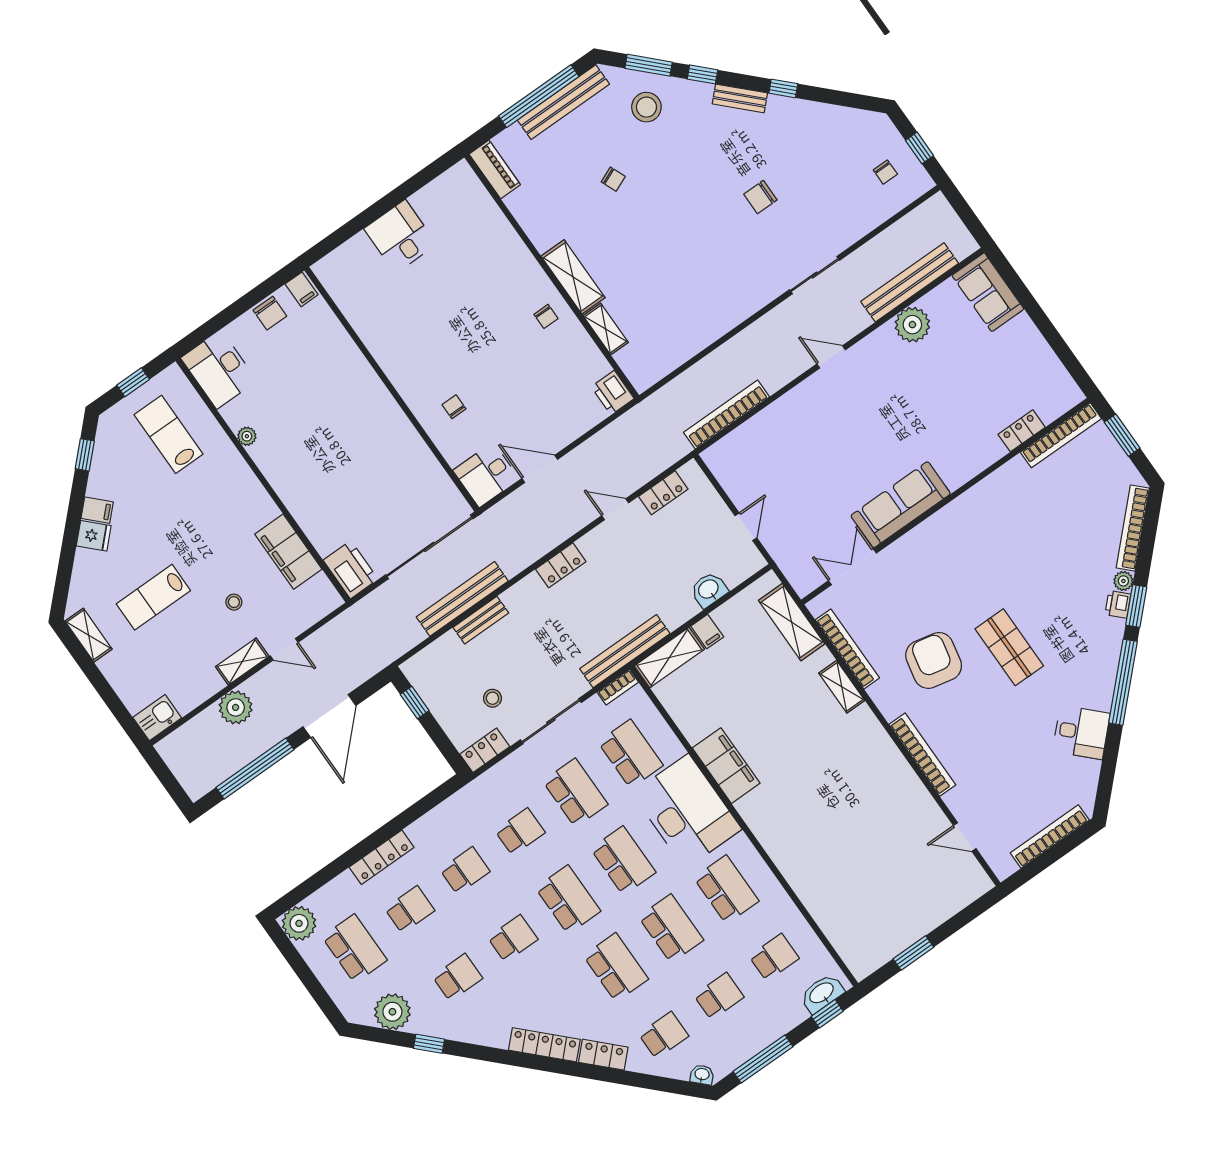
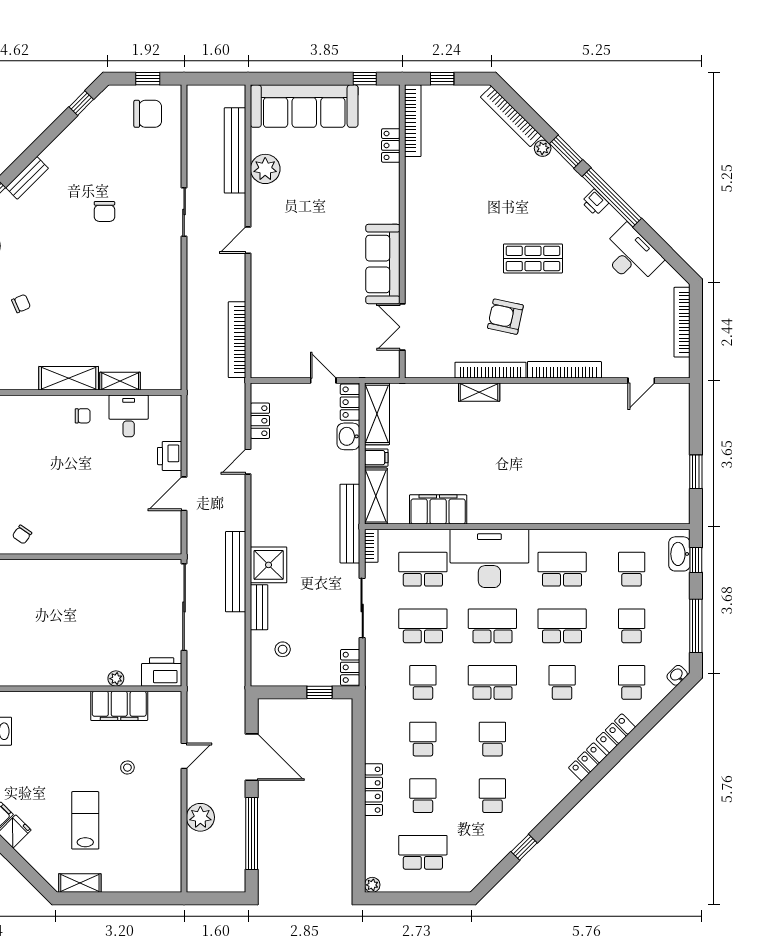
window: (783, 88) -> (81, 103), moved
chair: (885, 172) -> (148, 114), width x1.87, depth x1.87
sofa: (988, 292) -> (304, 106), width x1.85, depth x1.27
window: (1069, 360) -> (365, 79), added
printer: (613, 393) -> (170, 456), moved, turned 90
chair: (454, 407) -> (22, 535), moved, turned -55
window: (1122, 435) -> (442, 79), width x0.67
plant: (247, 436) -> (116, 679), moved
desk: (486, 475) -> (129, 416), moved, turned 180
locker: (561, 565) -> (350, 402), moved, turned 180
lab bench: (153, 597) -> (85, 820), turned 180
bench: (462, 599) -> (236, 572), moved
shower: (529, 600) -> (269, 565), added
printer: (1118, 604) -> (595, 202), moved
shelving: (792, 622) -> (377, 414), moved, turned 90
bookcase: (847, 649) -> (490, 370), moved
armchair: (934, 660) -> (505, 317), width x0.73, depth x0.73
shelving: (242, 662) -> (172, 791), removed
stool: (492, 698) -> (283, 649), moved
window: (415, 703) -> (319, 692), moved
kitchen sink: (157, 718) -> (170, 876), removed
desk: (1081, 732) -> (631, 255), width x1.37
filing cabinet: (726, 766) -> (438, 509), moved
plant: (299, 923) -> (372, 885), width x0.53, depth x0.53
school desk: (616, 967) -> (562, 682), width x0.54
plant: (392, 1012) -> (485, 857), removed
locker: (544, 1045) -> (588, 762), width x0.66

